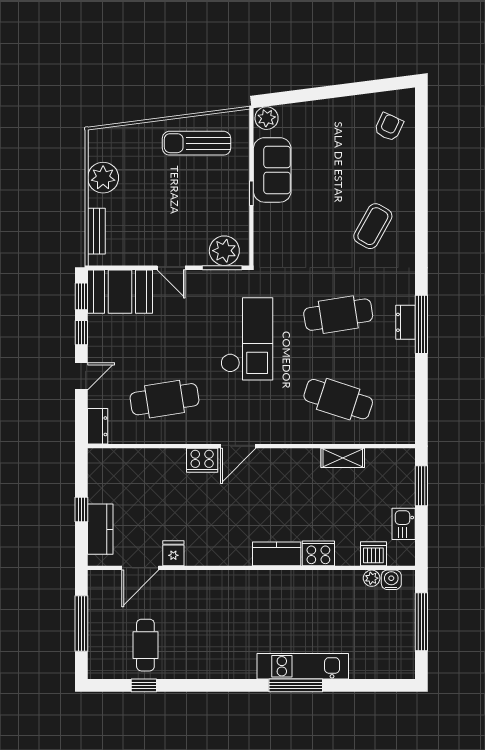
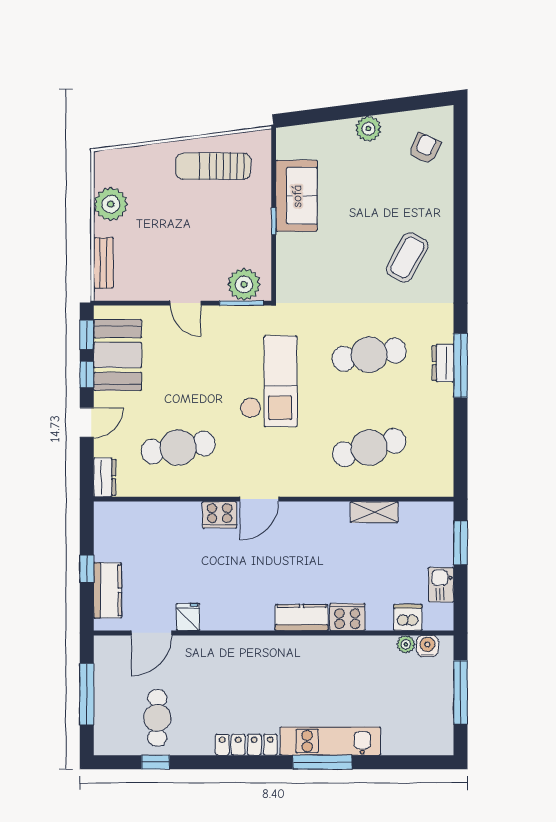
plant: (267, 118) -> (368, 129), moved
booth: (120, 292) -> (118, 355), moved, turned 90
cafe table: (338, 399) -> (369, 448), turned -33
locker: (226, 669) -> (246, 745), added

